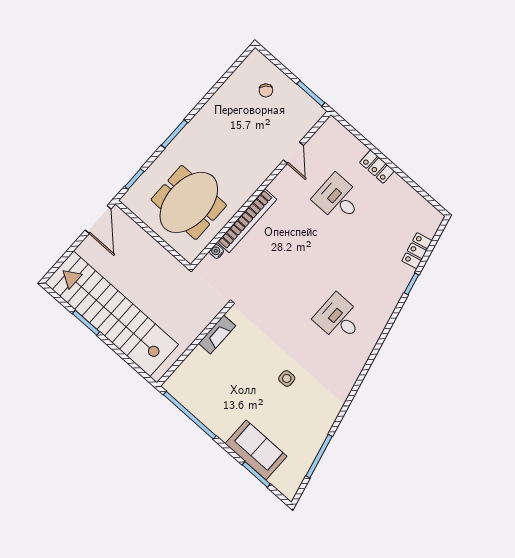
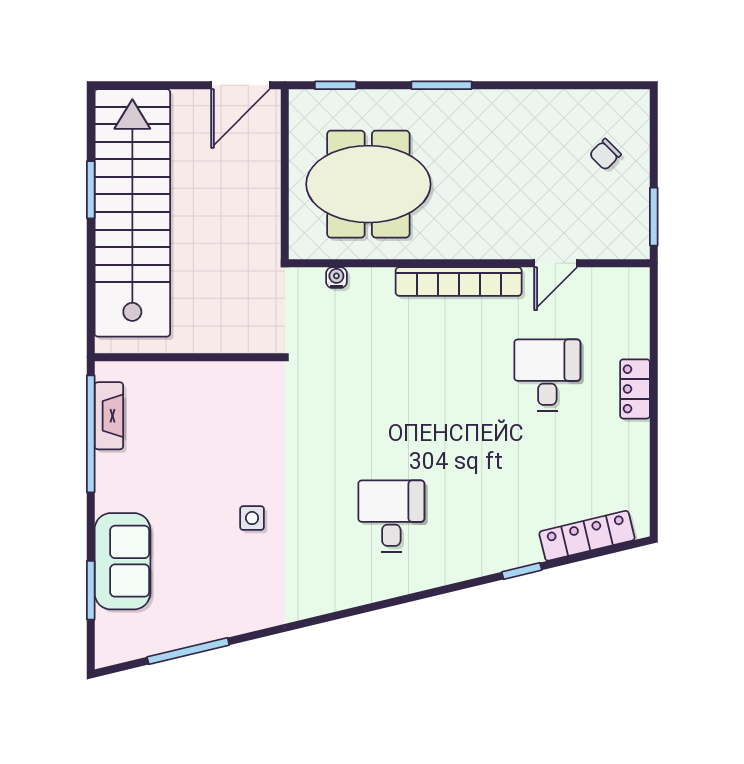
bookcase: (247, 221) -> (459, 281), moved
locker: (417, 251) -> (587, 536), width x1.53
fireplace: (217, 334) -> (109, 416), moved, turned -90

